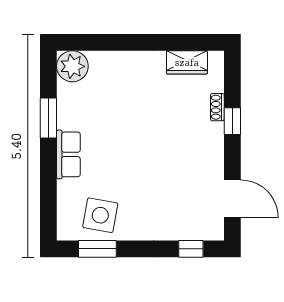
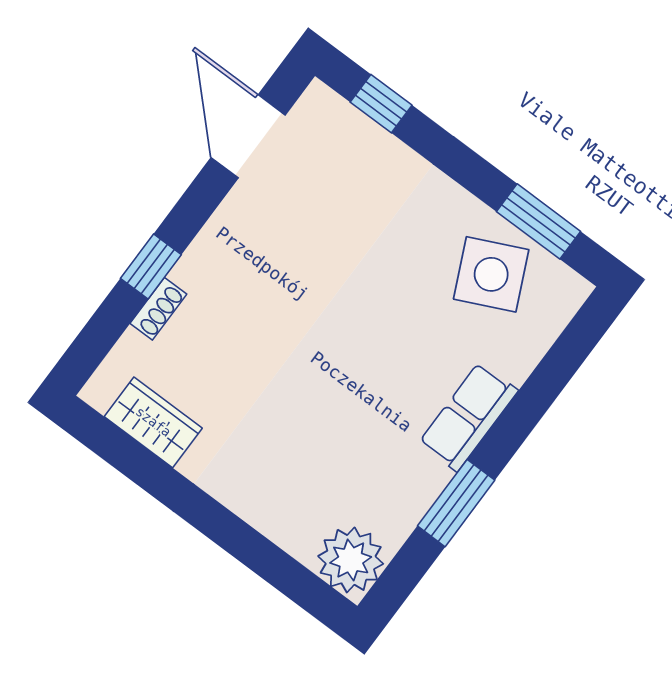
side table: (100, 215) -> (491, 274), turned -35

